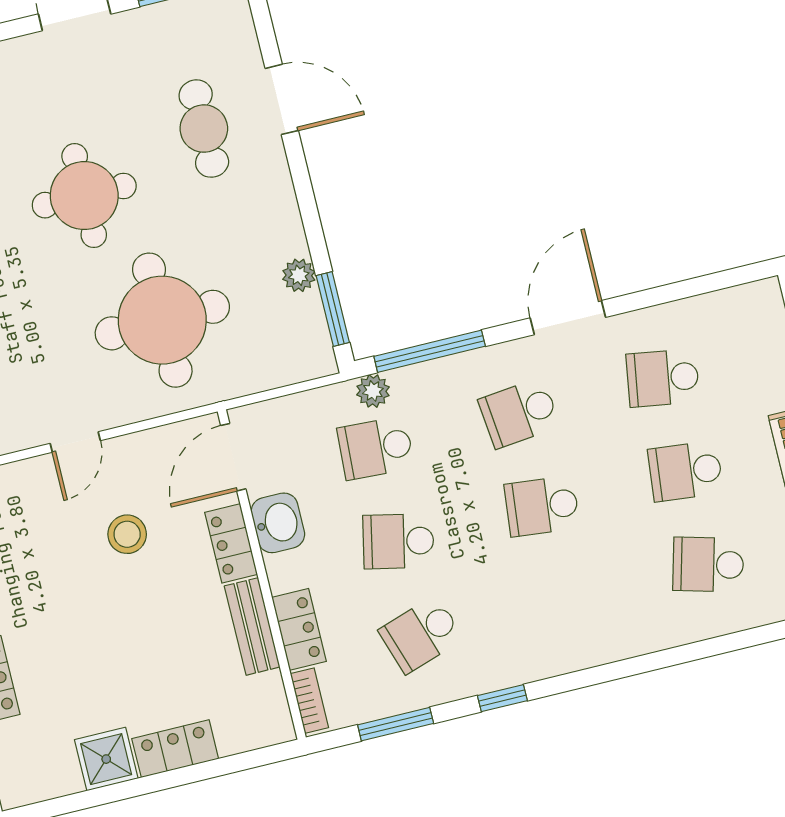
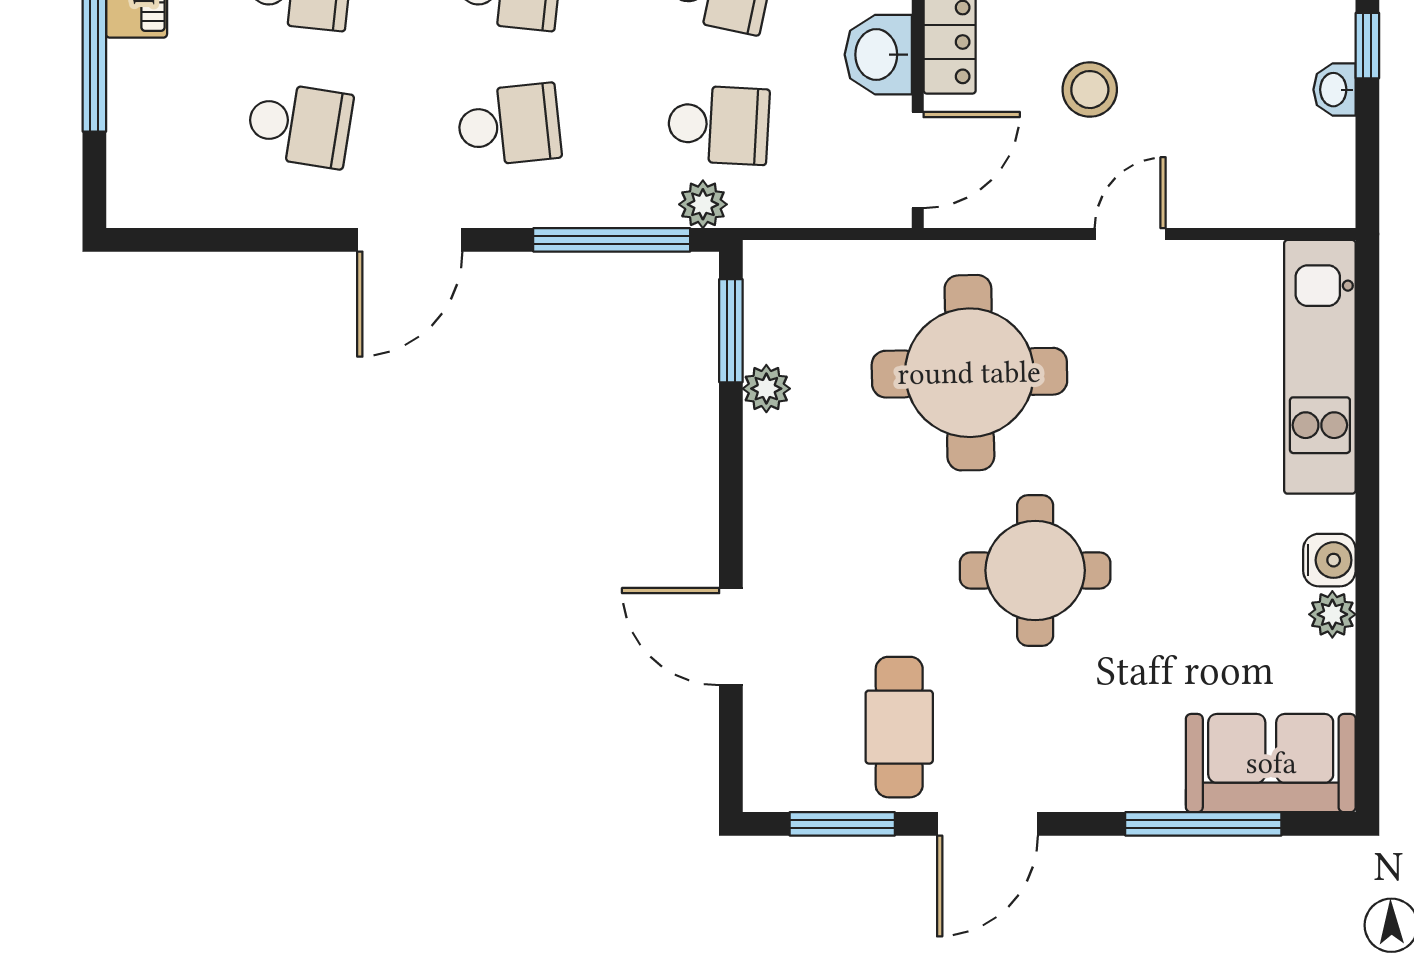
cafe table: (204, 129) -> (899, 727), moved

